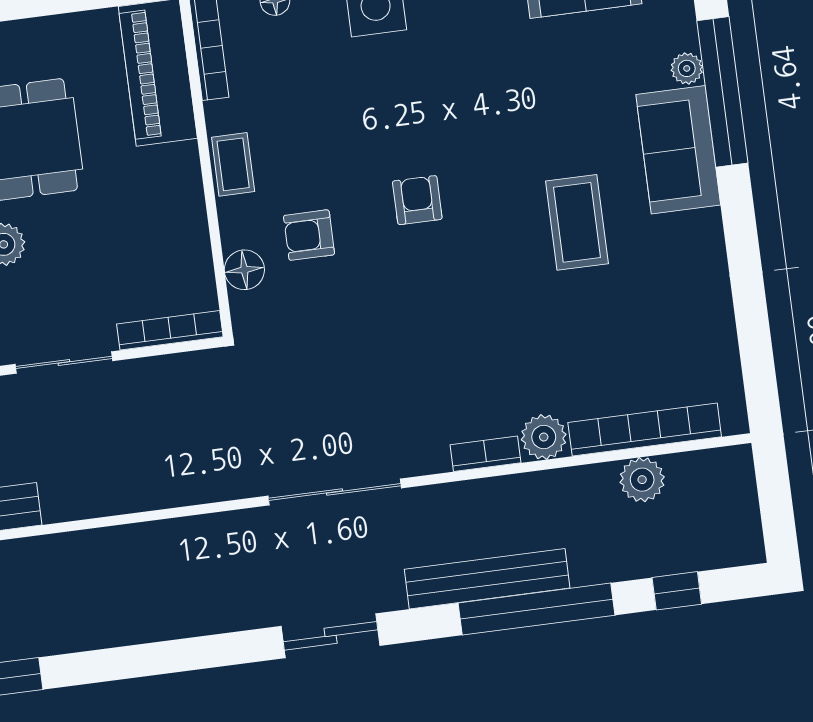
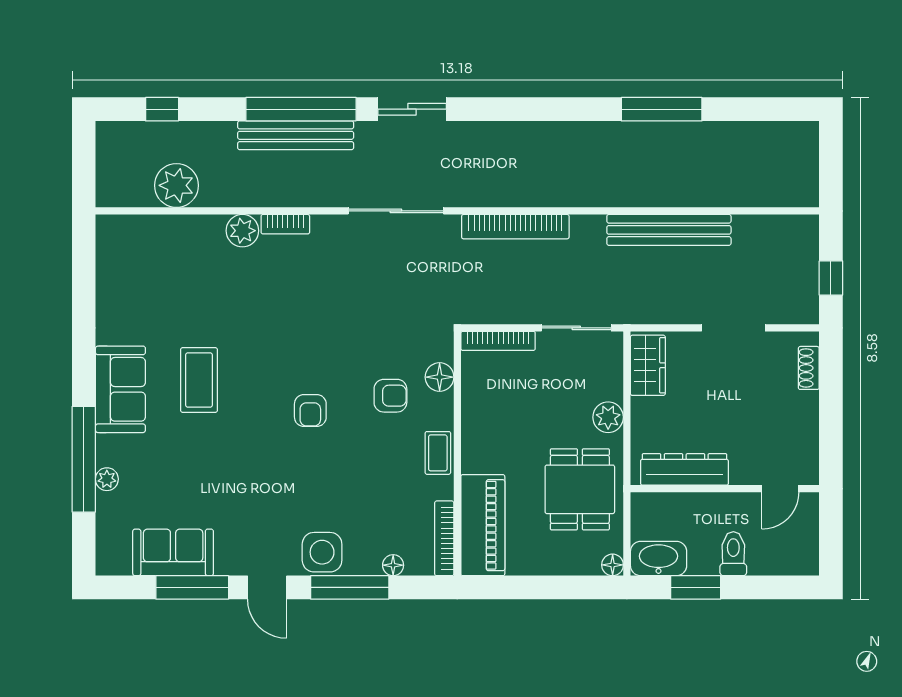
sofa: (678, 150) -> (120, 389), moved
bookcase: (645, 430) -> (515, 227), moved
plant: (642, 480) -> (176, 185), width x1.36, depth x1.36
window: (537, 609) -> (301, 109), moved

